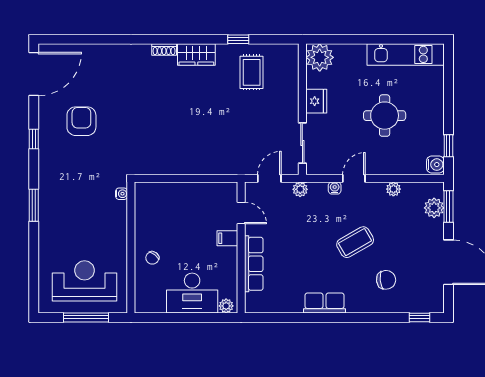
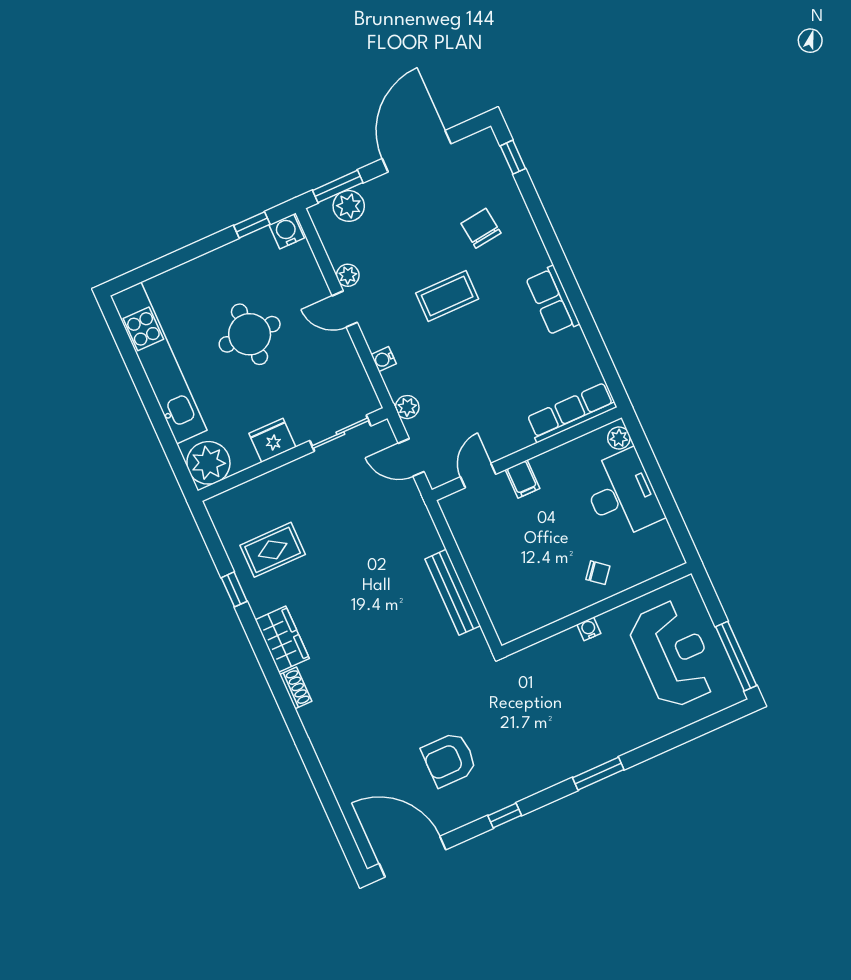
kitchen unit: (406, 54) -> (159, 363), width x1.36
bench: (179, 167) -> (453, 592), added
door: (354, 178) -> (345, 309), moved
water cooler: (122, 194) -> (589, 629), moved
coffee table: (355, 242) -> (447, 296), turned -60
row of seats: (254, 264) -> (571, 413), moved
reception desk: (84, 281) -> (673, 654), turned 180
window: (86, 317) -> (736, 656), moved

